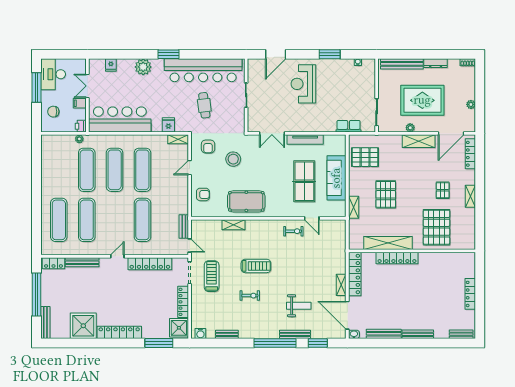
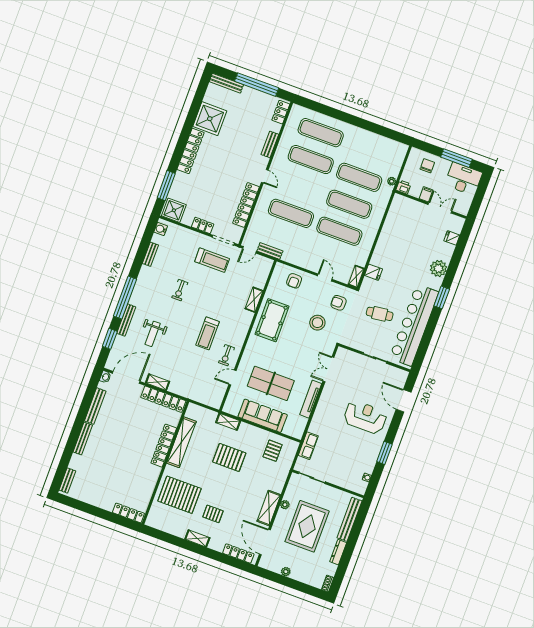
bar counter: (120, 119) -> (396, 227), removed
pallet: (365, 157) -> (273, 451), width x0.67, depth x0.71
bench: (82, 262) -> (270, 144), width x0.73
treadmill: (256, 266) -> (208, 333), moved
locker: (470, 294) -> (128, 513), moved
locker: (183, 302) -> (203, 225), width x0.66

